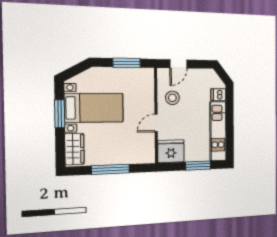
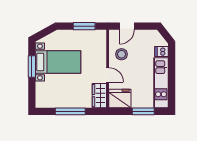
door: (156, 123) -> (108, 75), swing flipped
wardrobe: (74, 149) -> (99, 96), moved, turned 180

